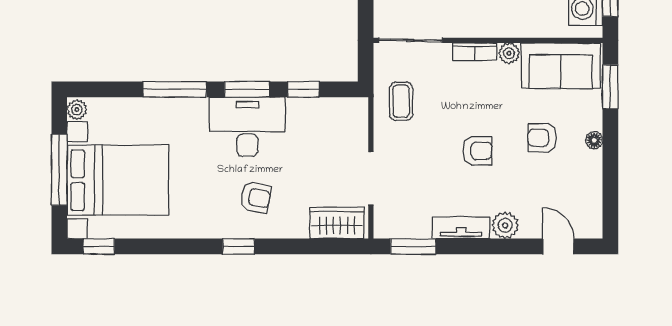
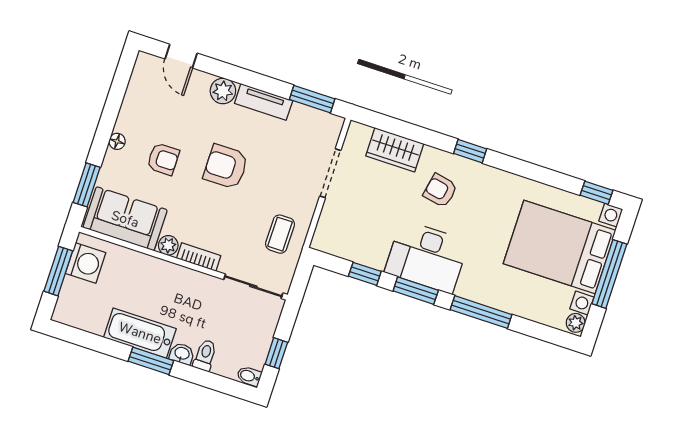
armchair: (477, 151) -> (226, 167), width x1.38, depth x1.38
wardrobe: (337, 223) -> (395, 150), moved

